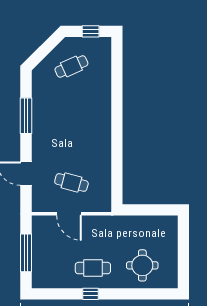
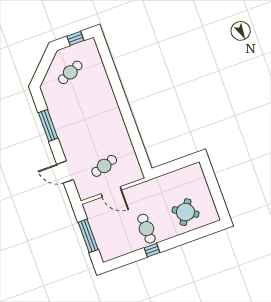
cafe table: (71, 183) -> (104, 166), turned -33
round table: (142, 265) -> (185, 212), turned 31
cafe table: (93, 268) -> (146, 229), turned 90

